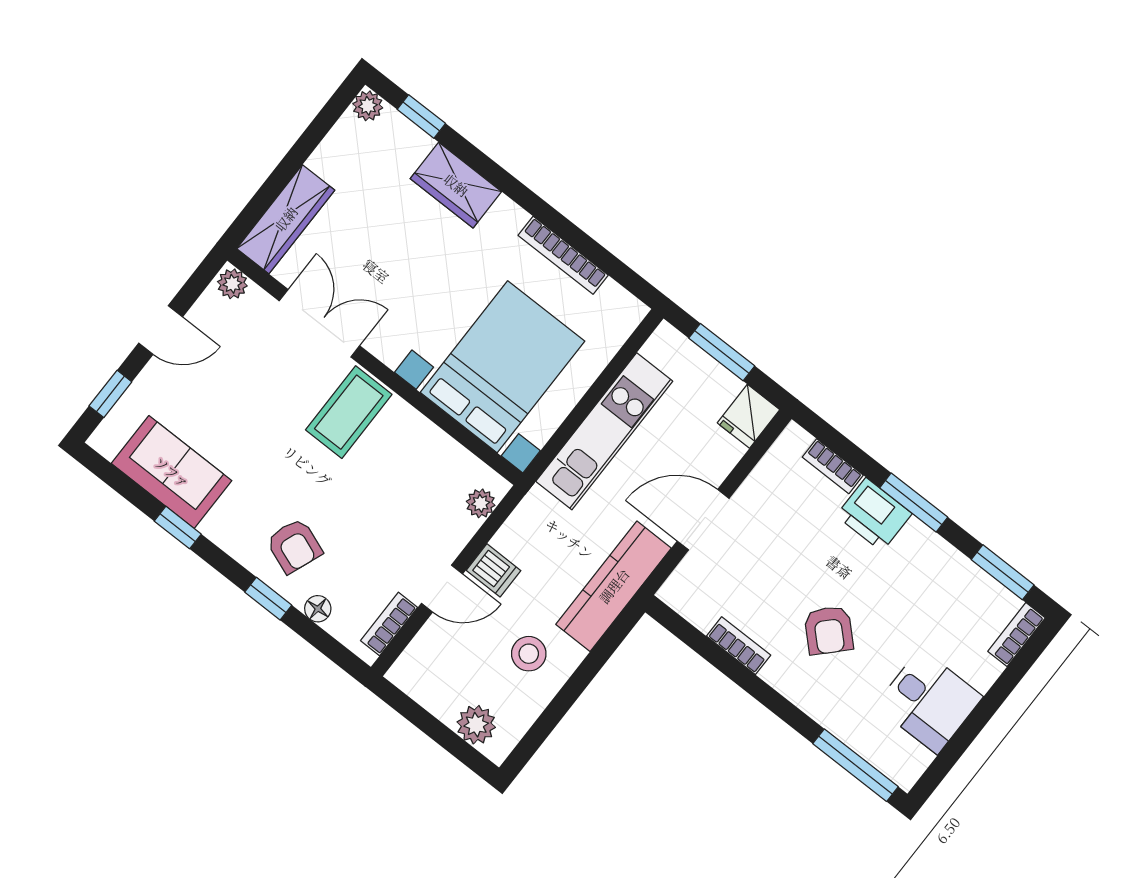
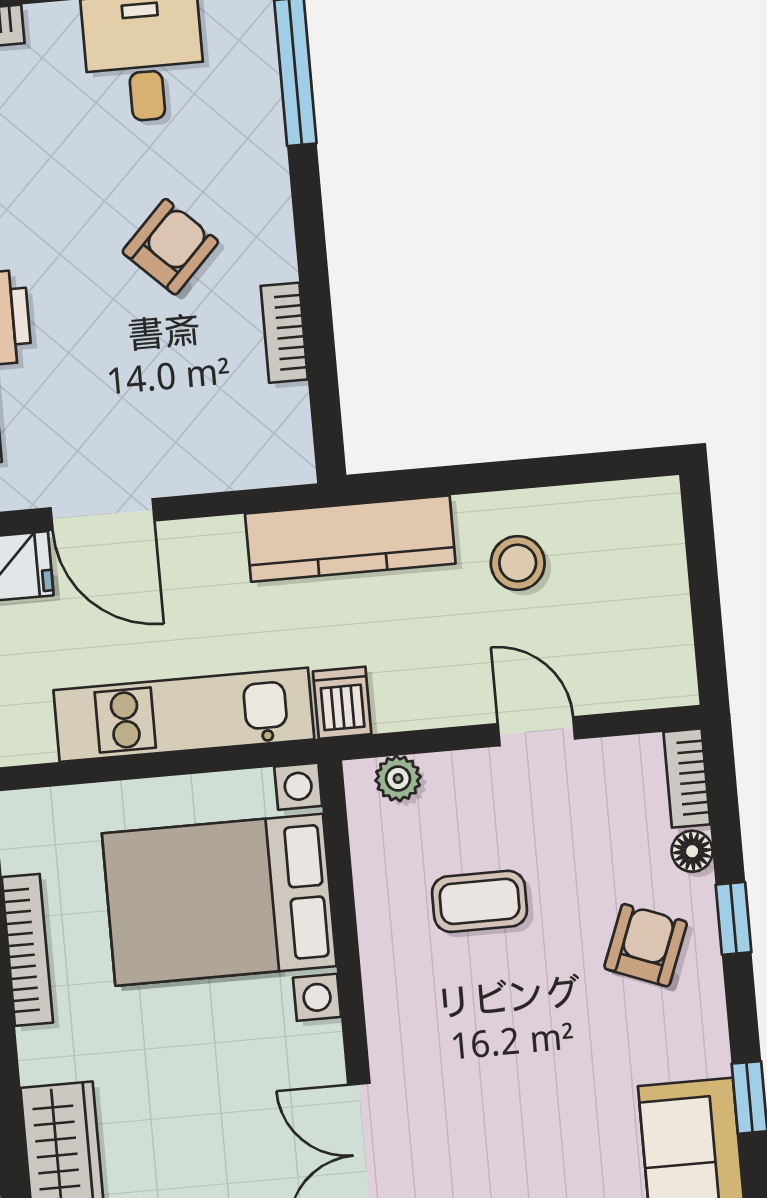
coffee table: (349, 412) -> (480, 901), moved, width x0.73, depth x0.77
door: (703, 520) -> (103, 514), moved
dishwasher: (494, 570) -> (342, 703), moved
bookcase: (389, 624) -> (687, 778), moved, turned 90
plant: (476, 725) -> (655, 547), removed

